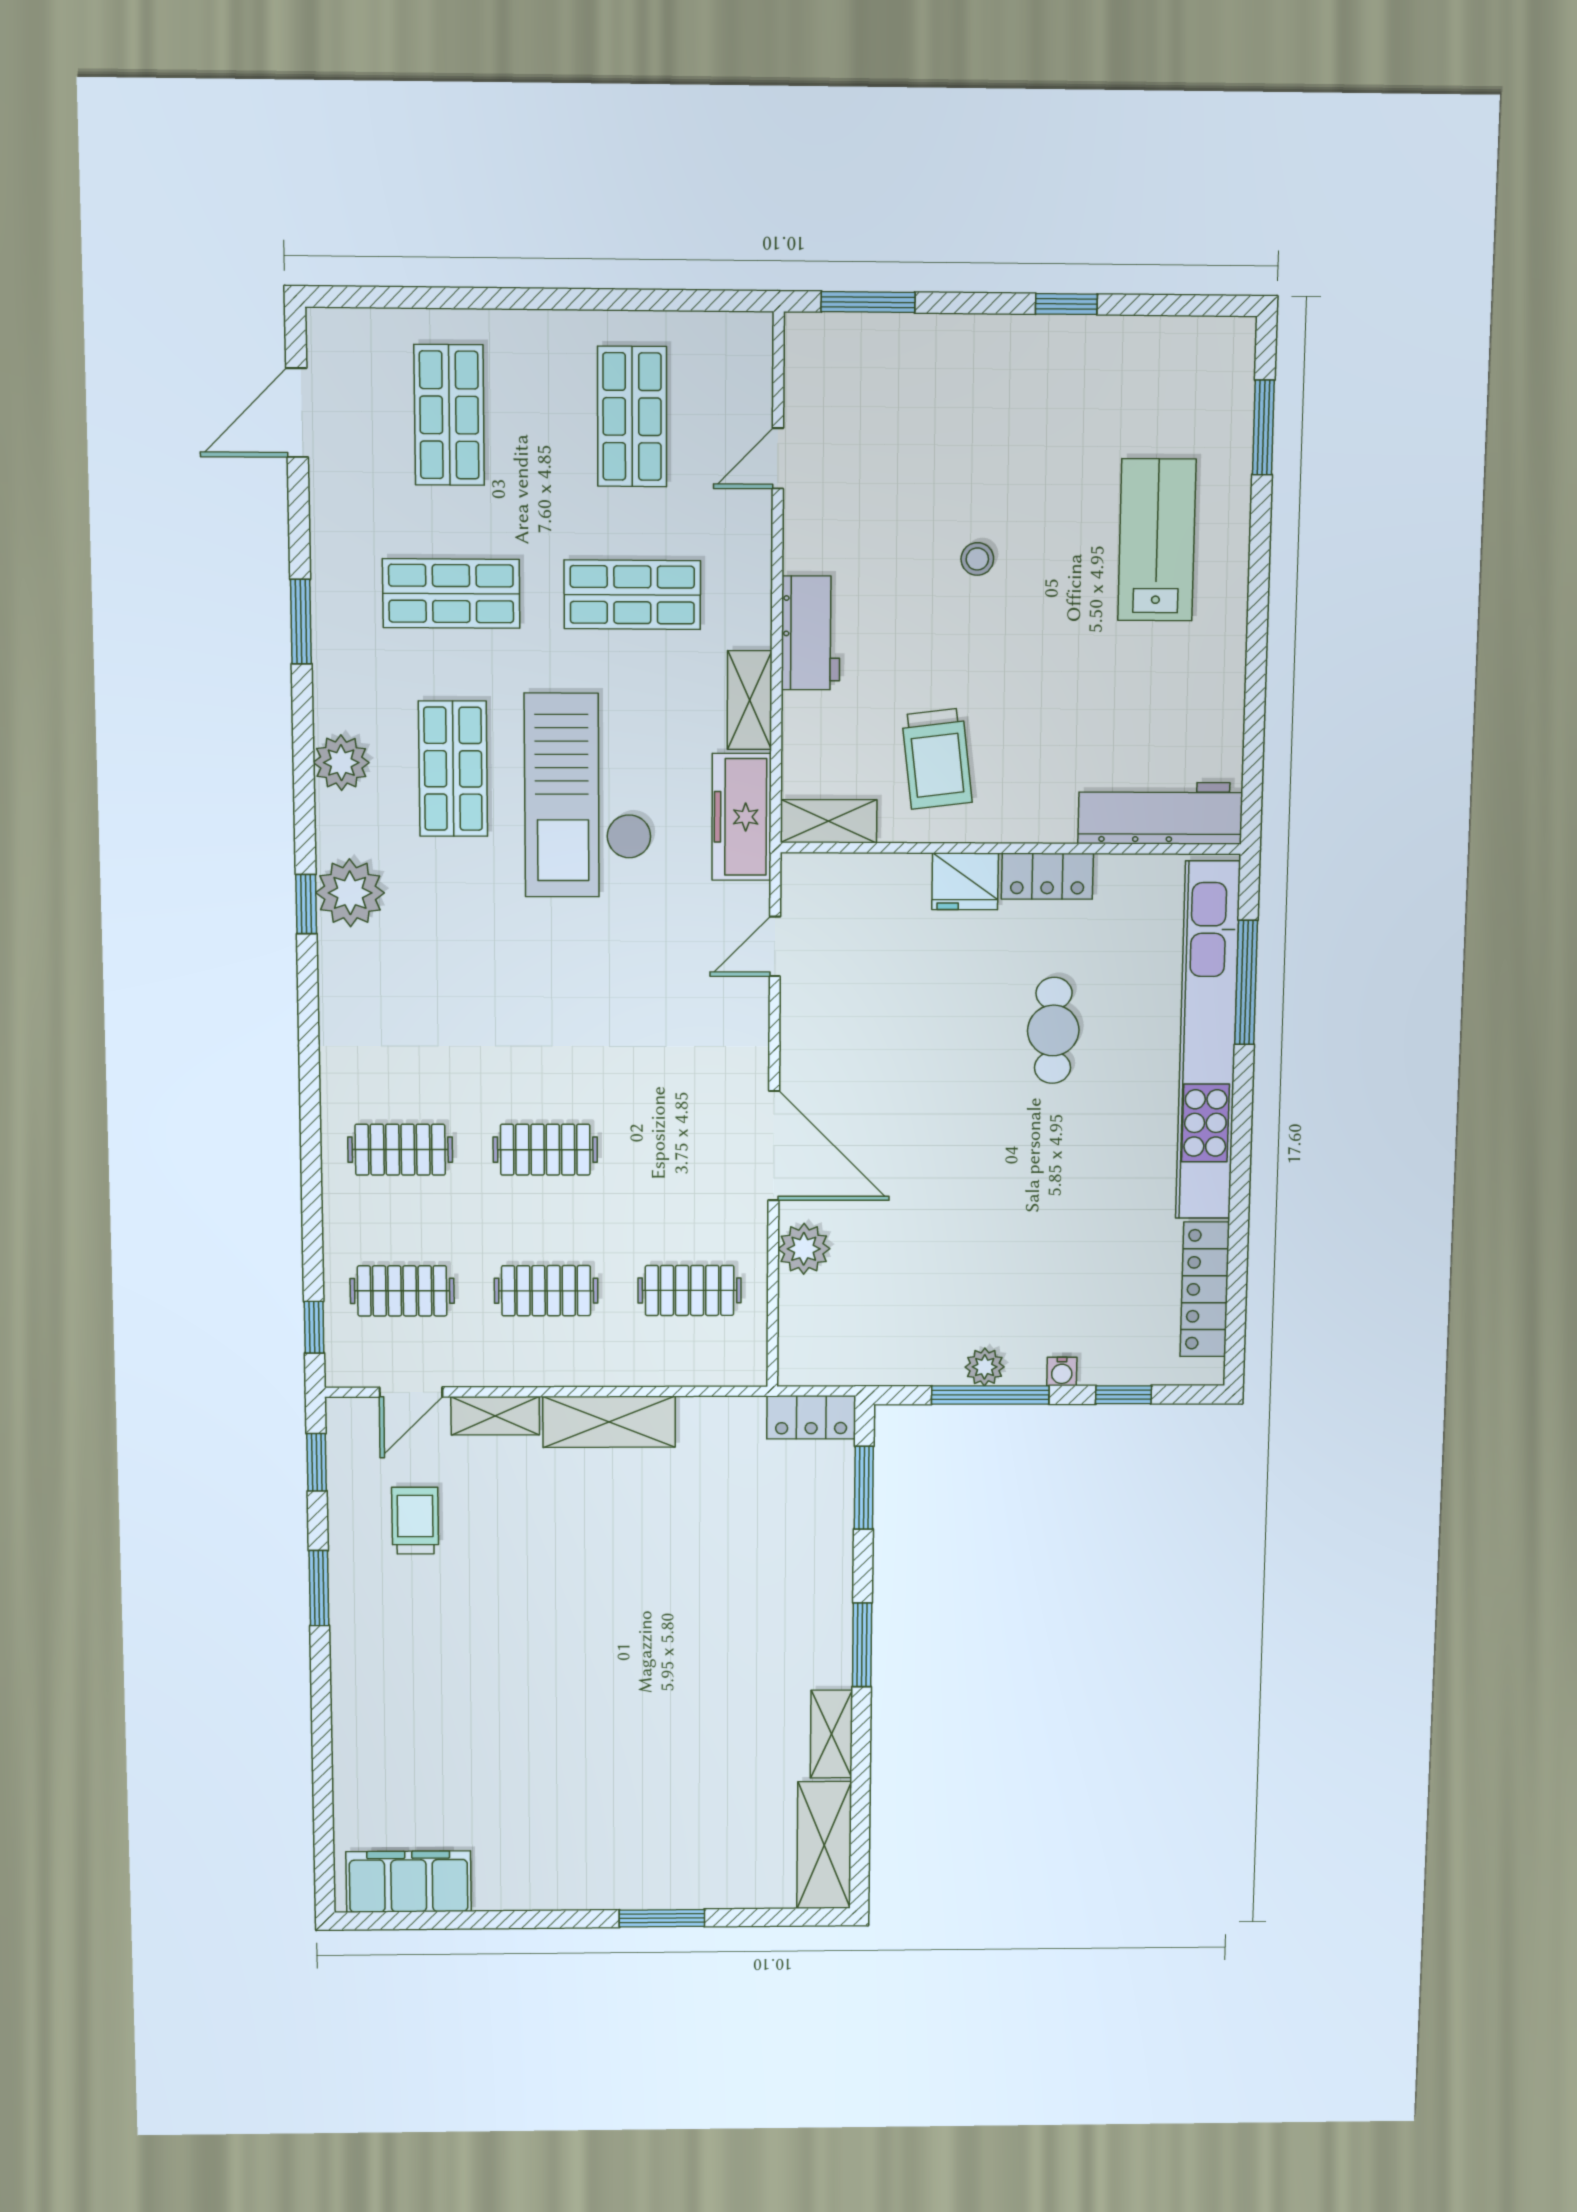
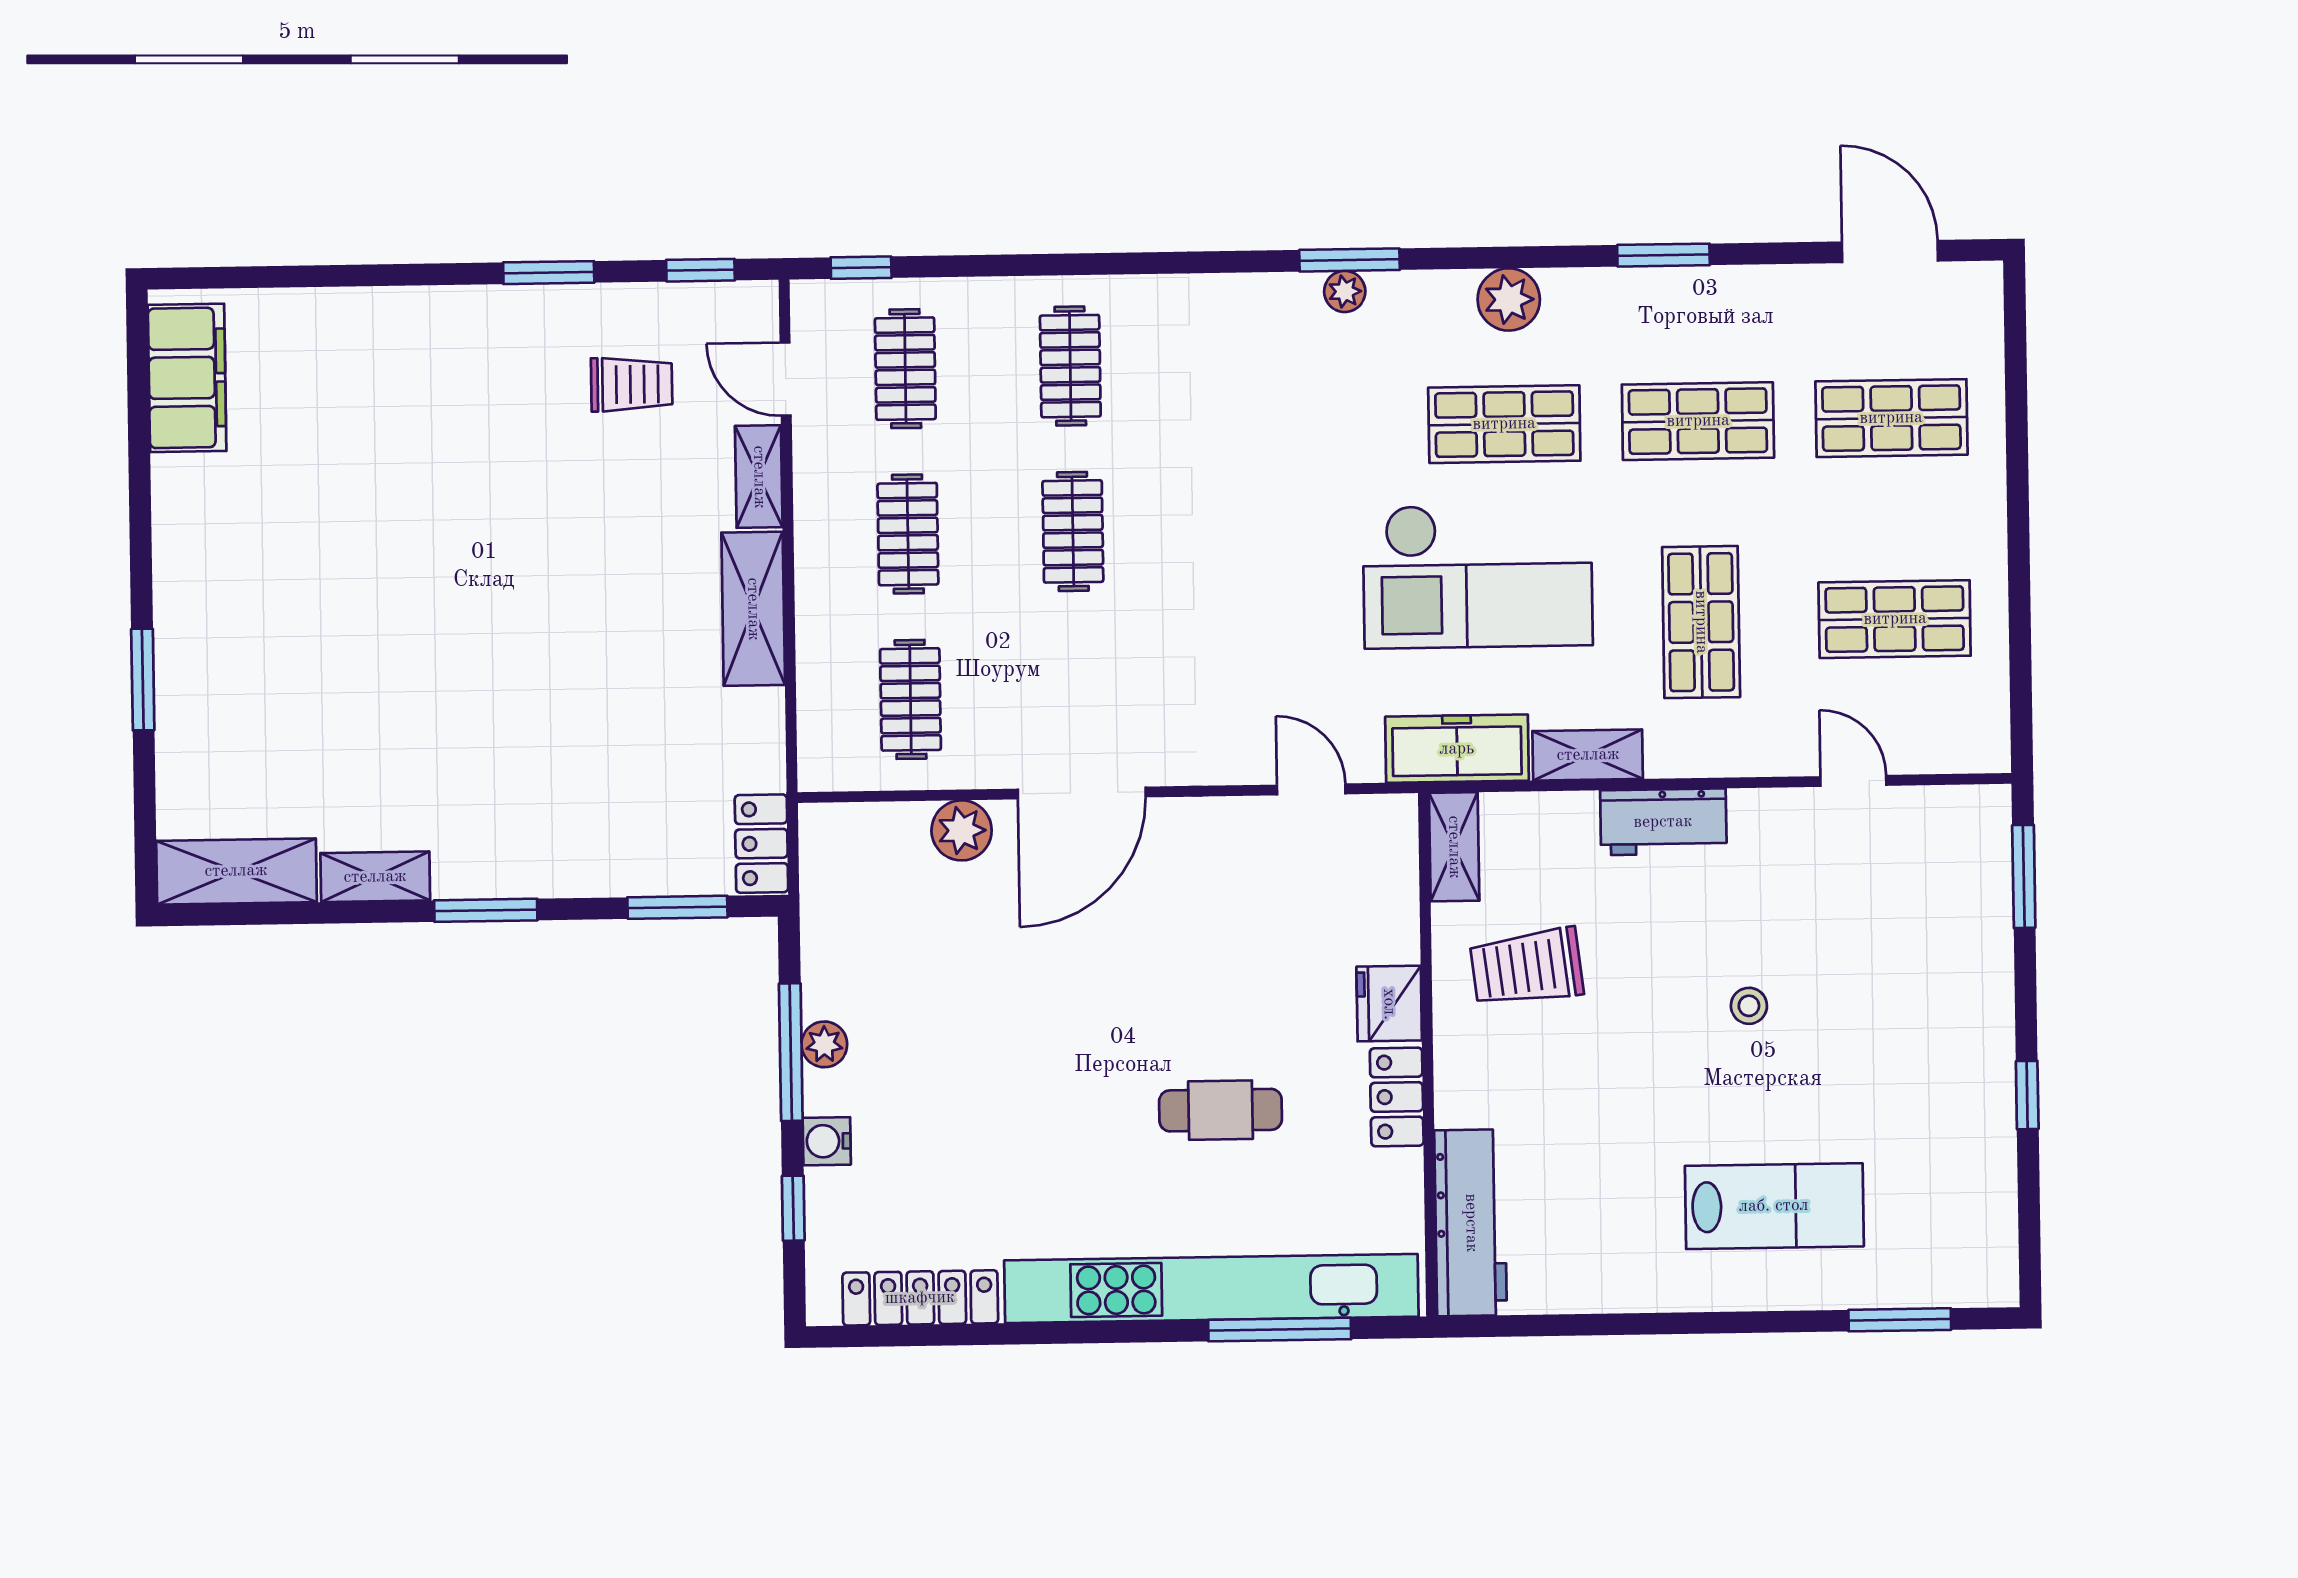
shop shelf: (451, 594) -> (1698, 421), turned 90
checkout: (588, 795) -> (1478, 576), turned 180
plant: (350, 893) -> (1345, 291), width x0.53, depth x0.53
window: (306, 904) -> (1349, 260), width x1.50
water cooler: (1062, 1372) -> (827, 1141), width x1.38, depth x1.38

